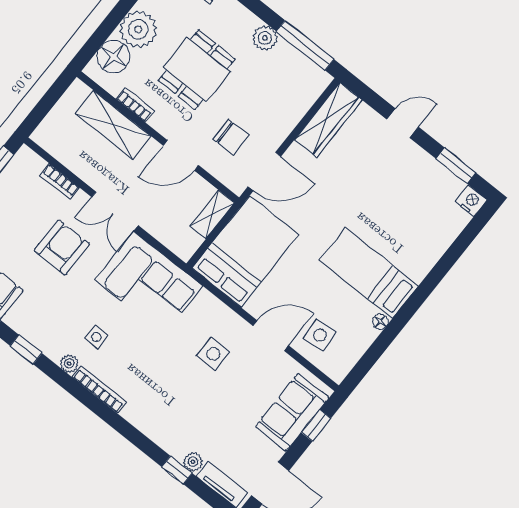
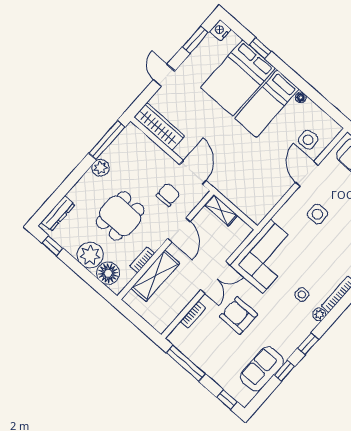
dining table: (197, 70) -> (120, 216), turned 90
bed: (245, 251) -> (238, 78), moved, turned -90
window: (448, 260) -> (260, 48), added

